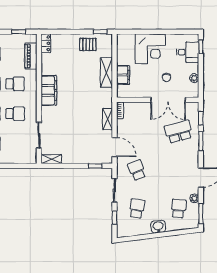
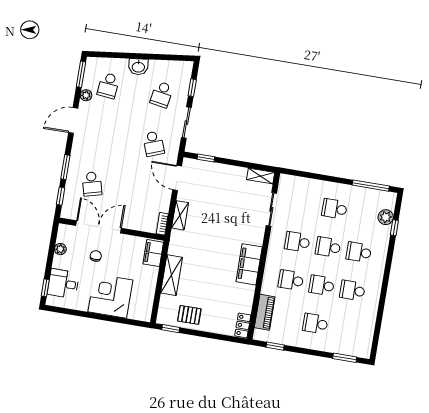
filing cabinet: (123, 75) -> (153, 253), moved
school desk: (179, 132) -> (92, 184), width x0.54

